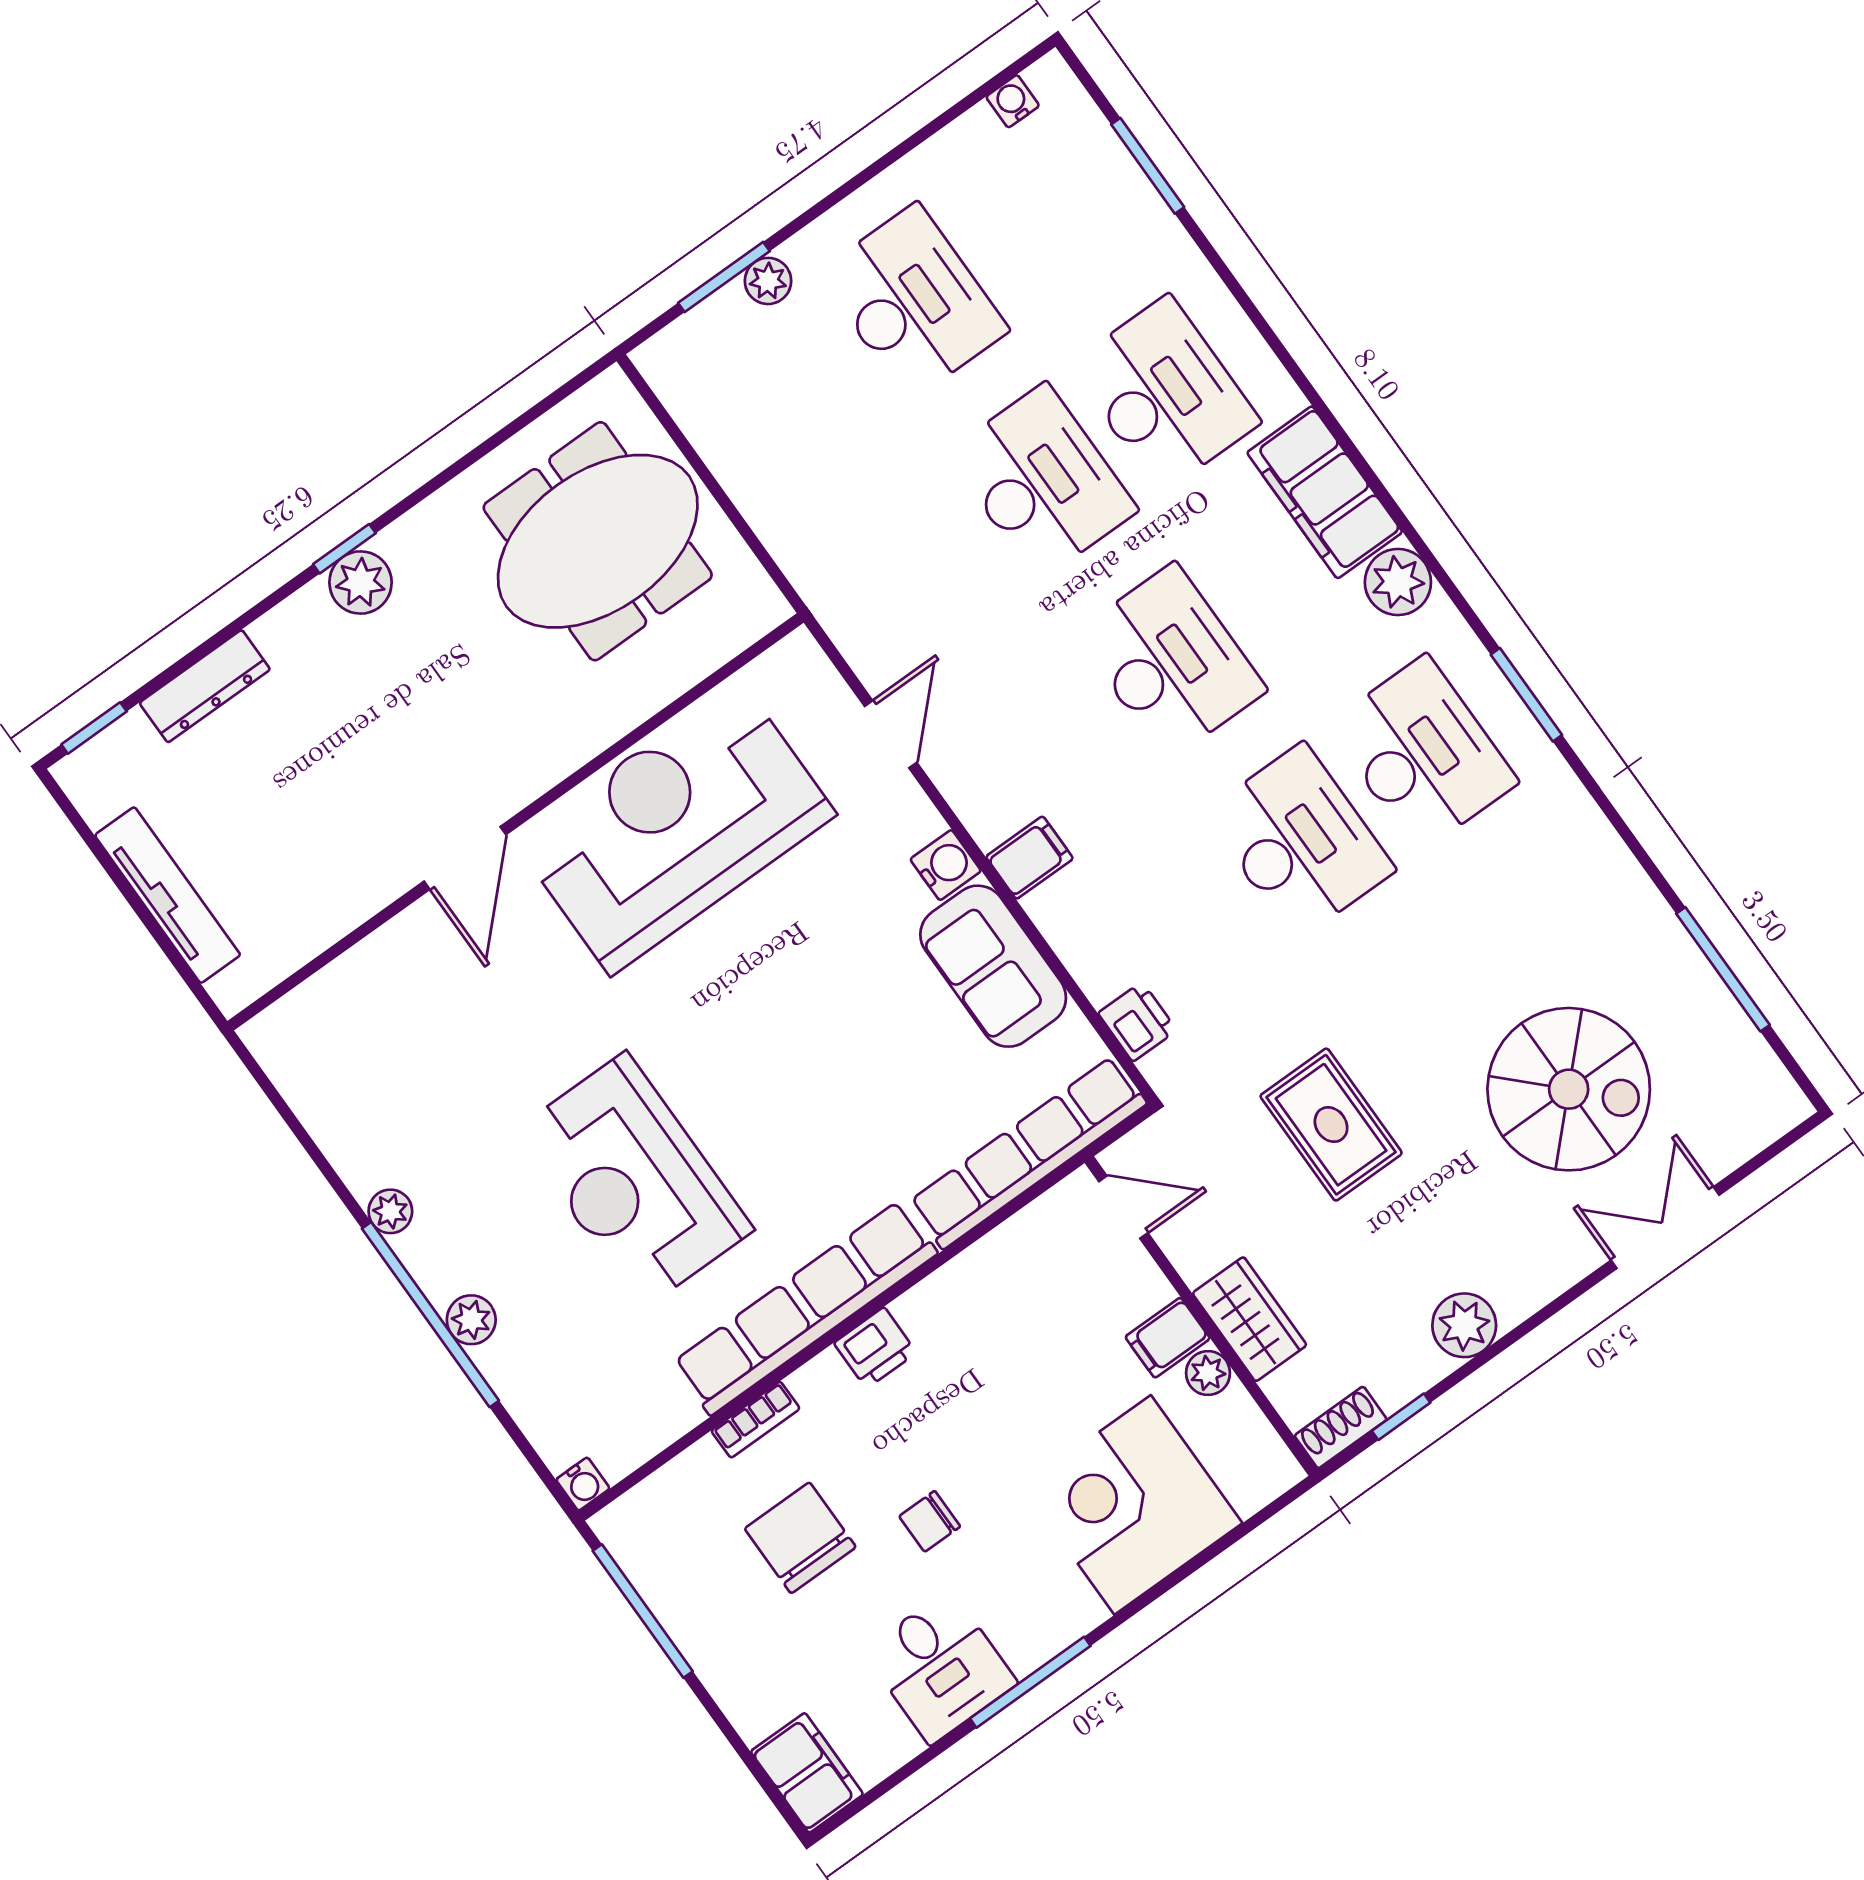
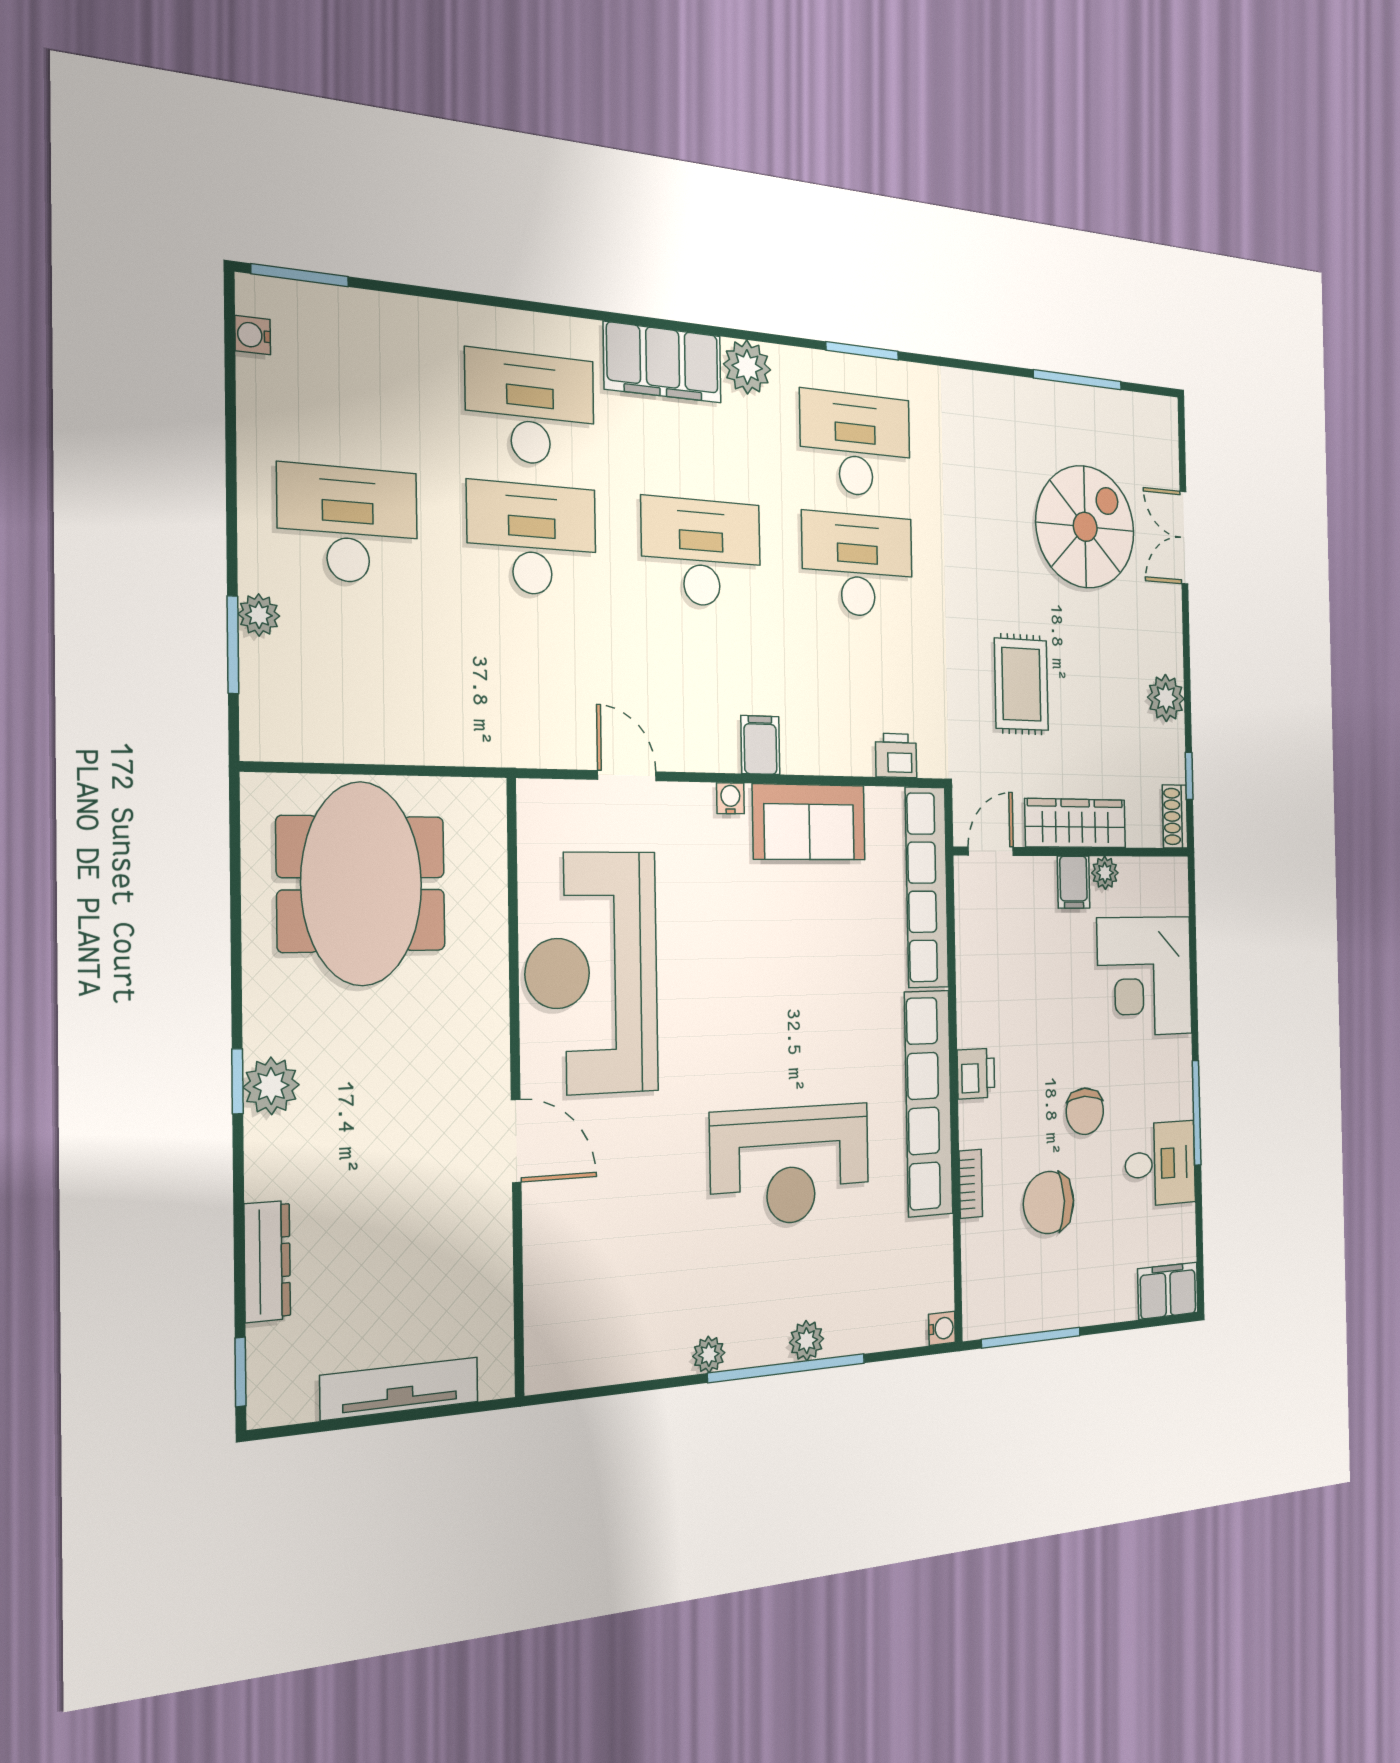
window: (1148, 166) -> (300, 275), moved
water cooler: (946, 865) -> (730, 798), width x0.72, depth x0.72
rug: (1331, 1125) -> (1021, 684), turned 90
wardrobe: (1250, 1319) -> (1076, 823), width x1.50
chair: (930, 1521) -> (1085, 1111), width x1.37, depth x1.37

